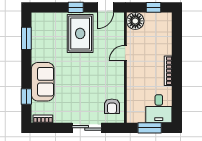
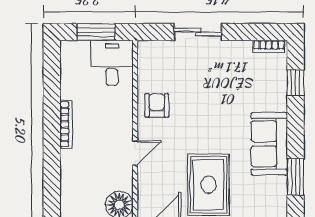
sofa: (43, 82) -> (269, 144), moved
armchair: (112, 106) -> (157, 105), moved
desk: (159, 109) -> (112, 63), moved

